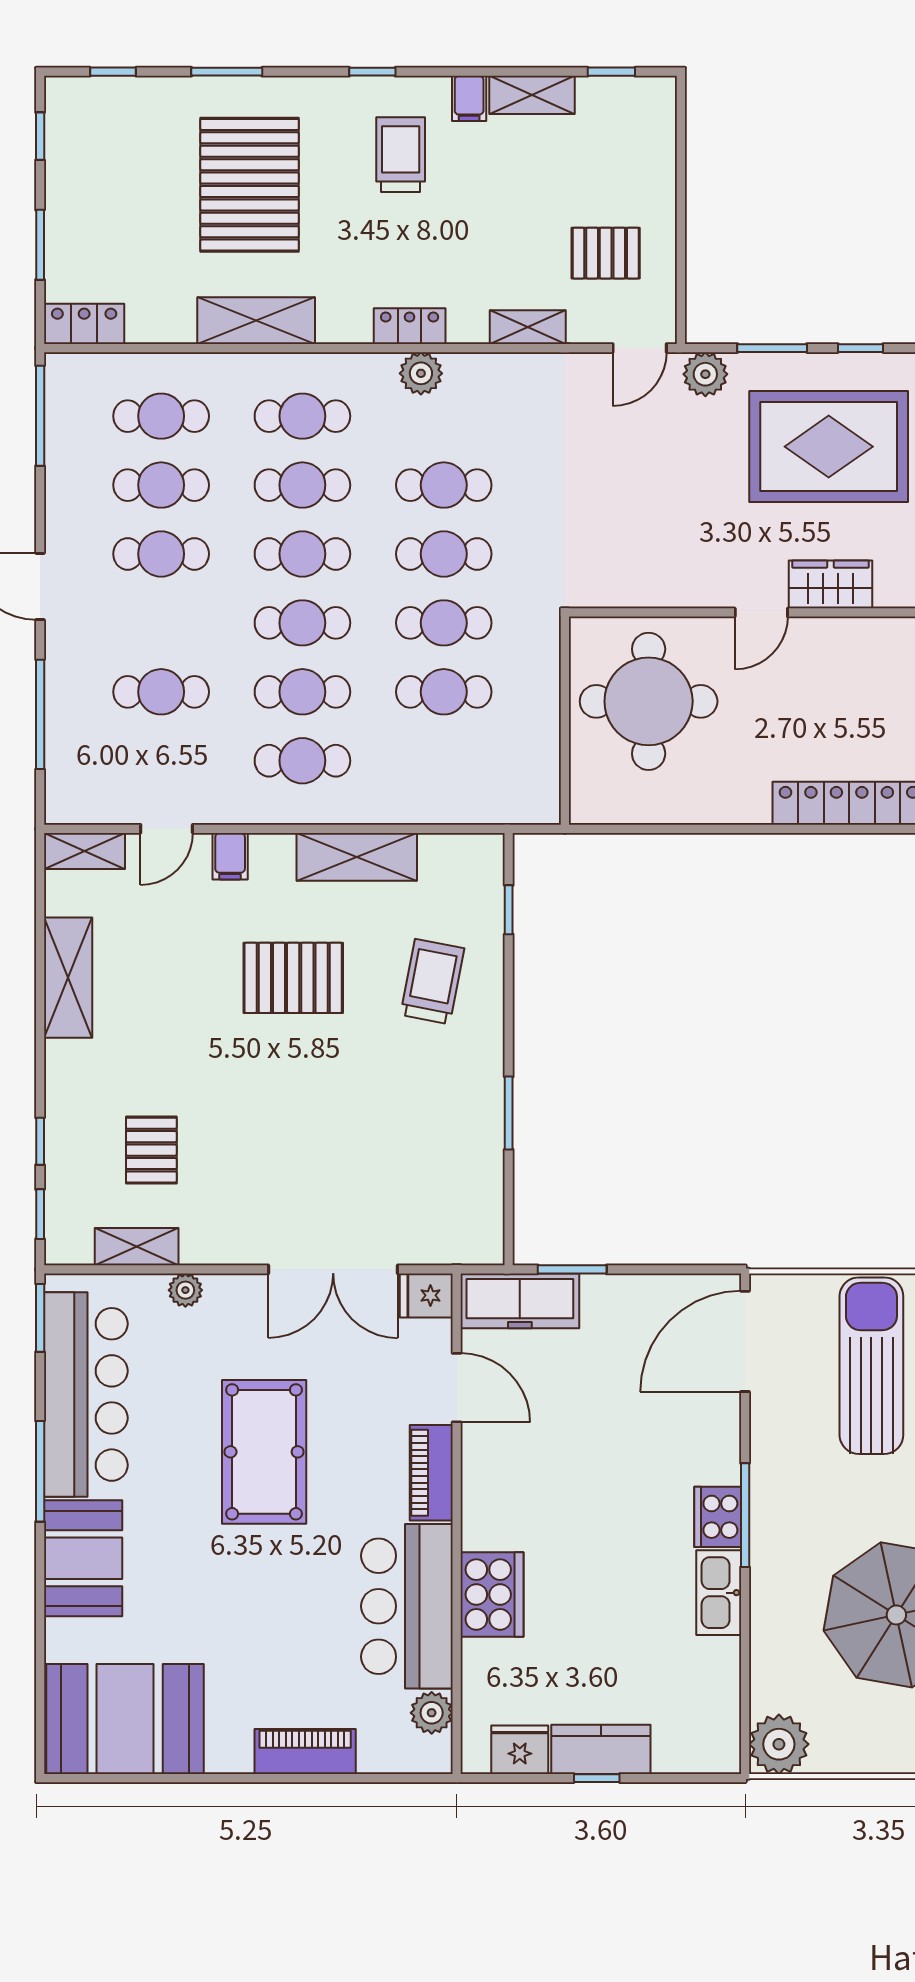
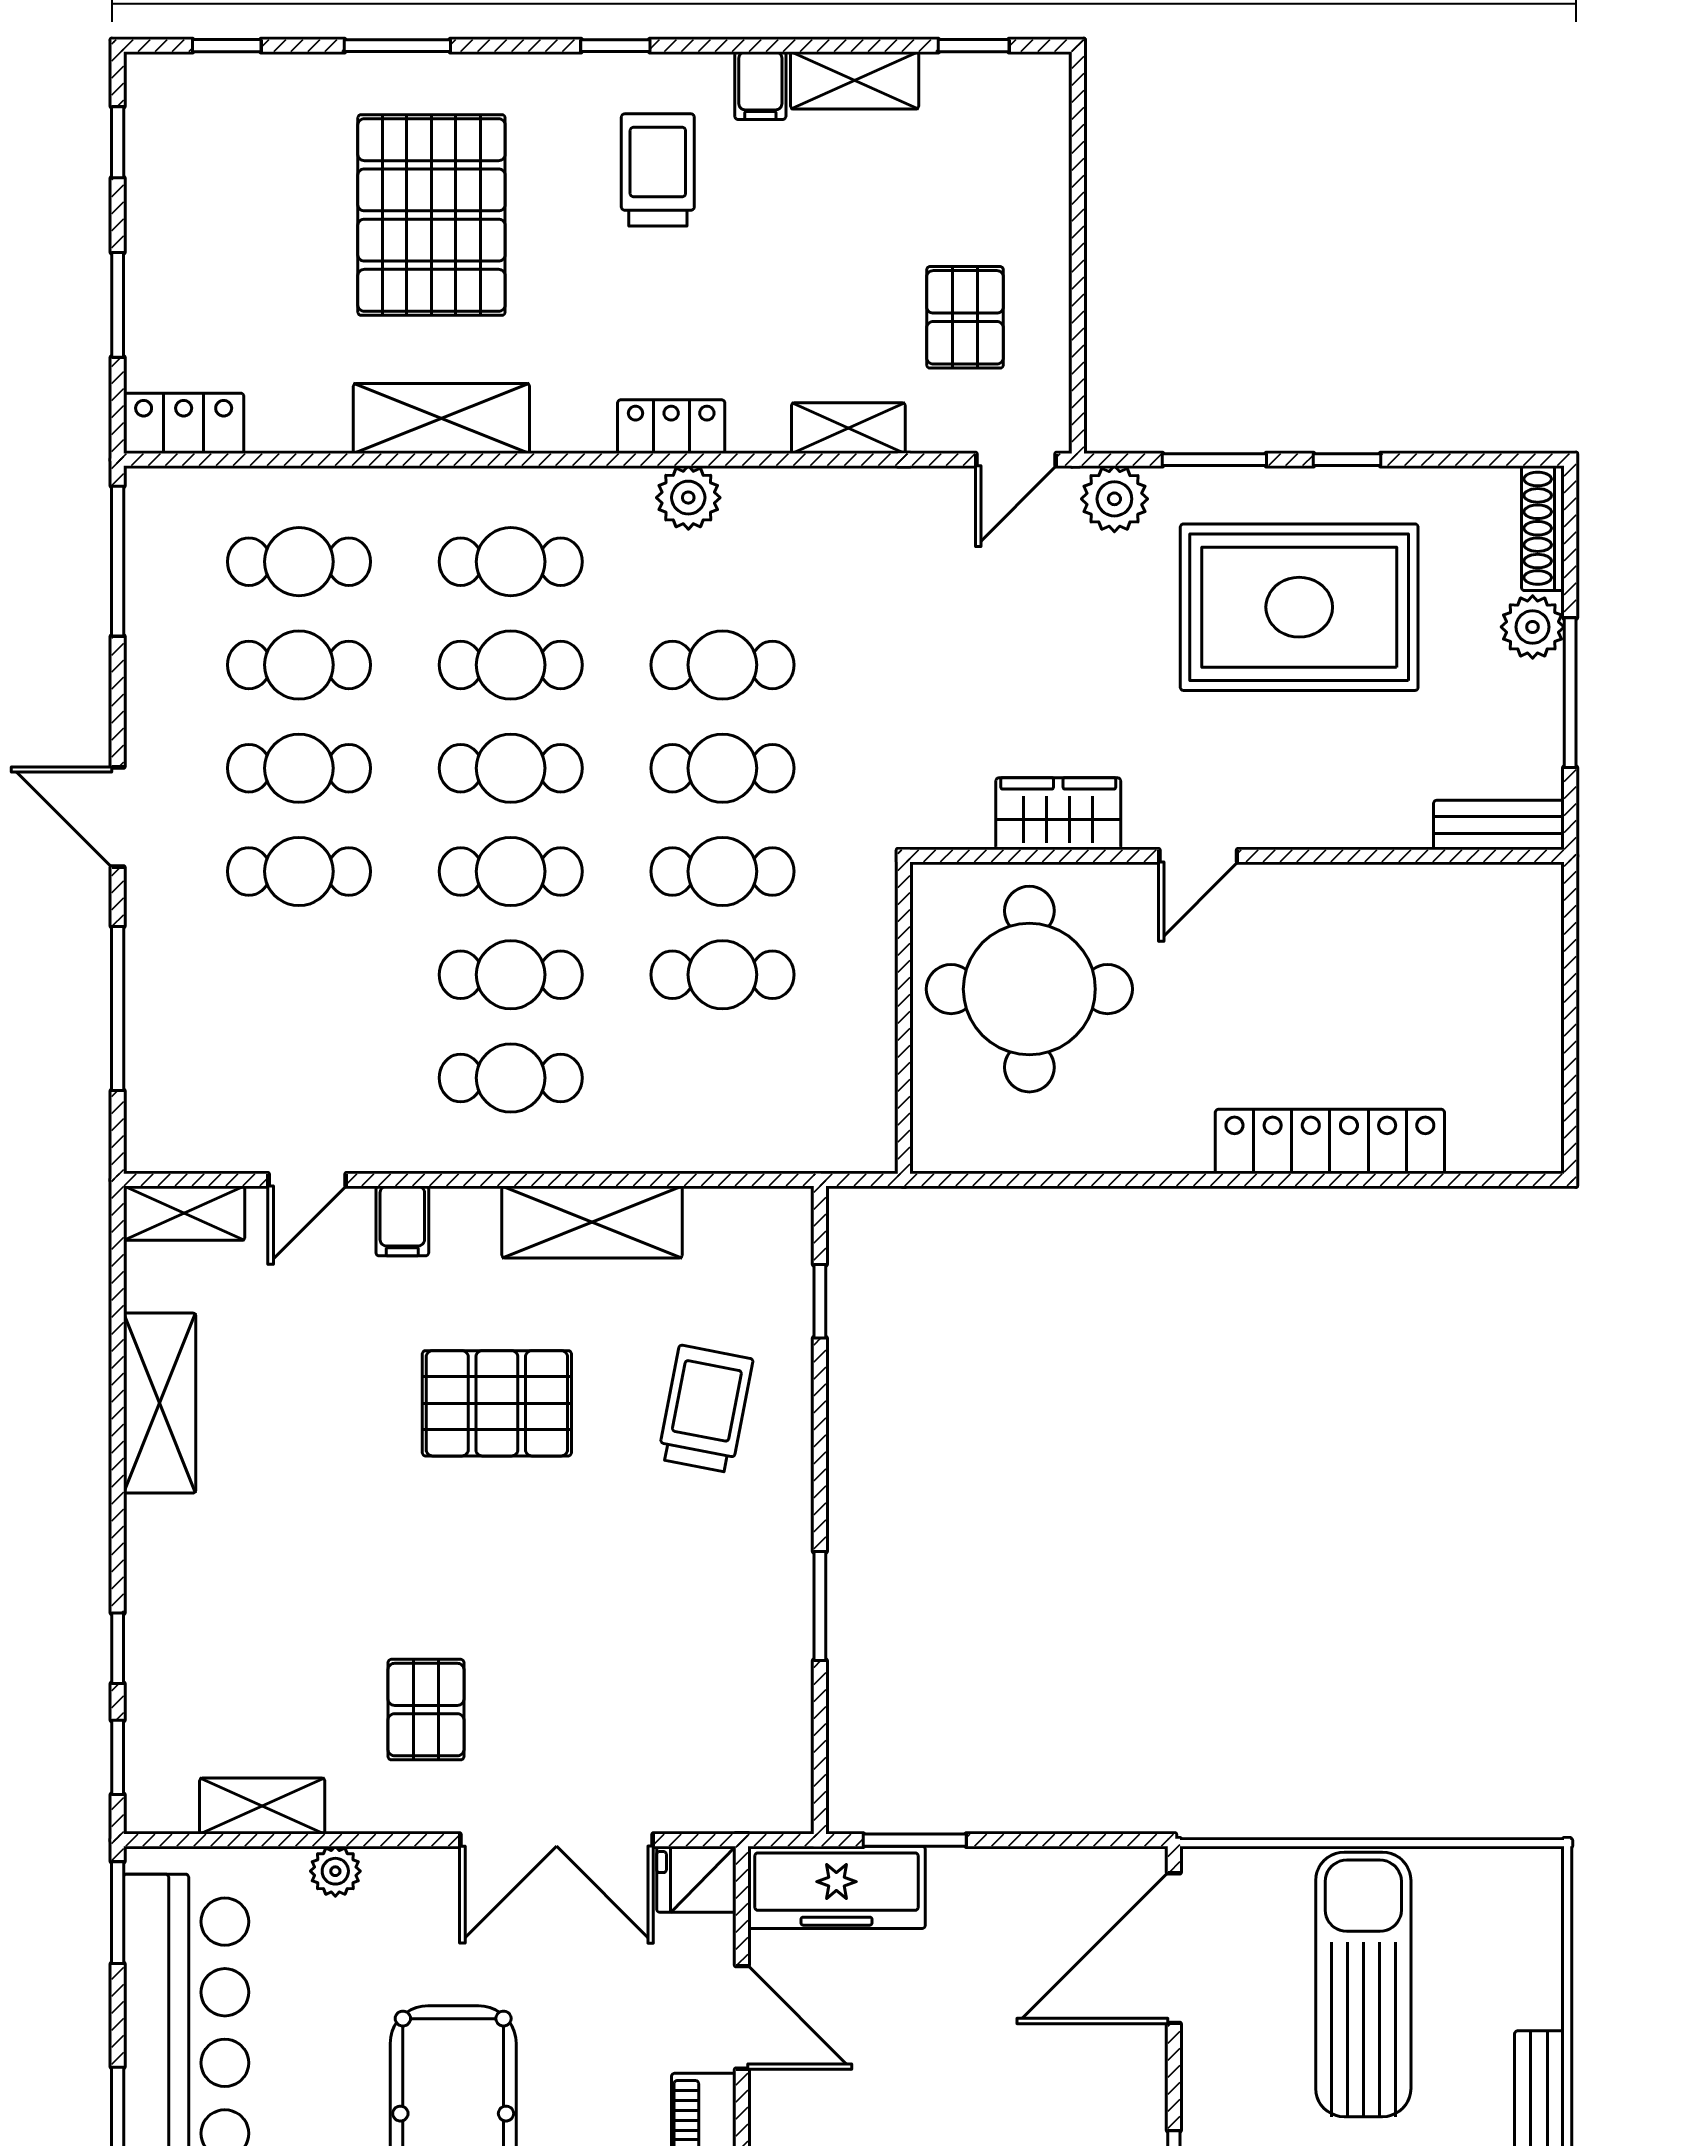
pallet: (606, 253) -> (965, 317), turned 90
wardrobe: (831, 584) -> (1058, 814), moved
cafe table: (161, 692) -> (299, 871), moved
pallet: (151, 1150) -> (426, 1710), moved

